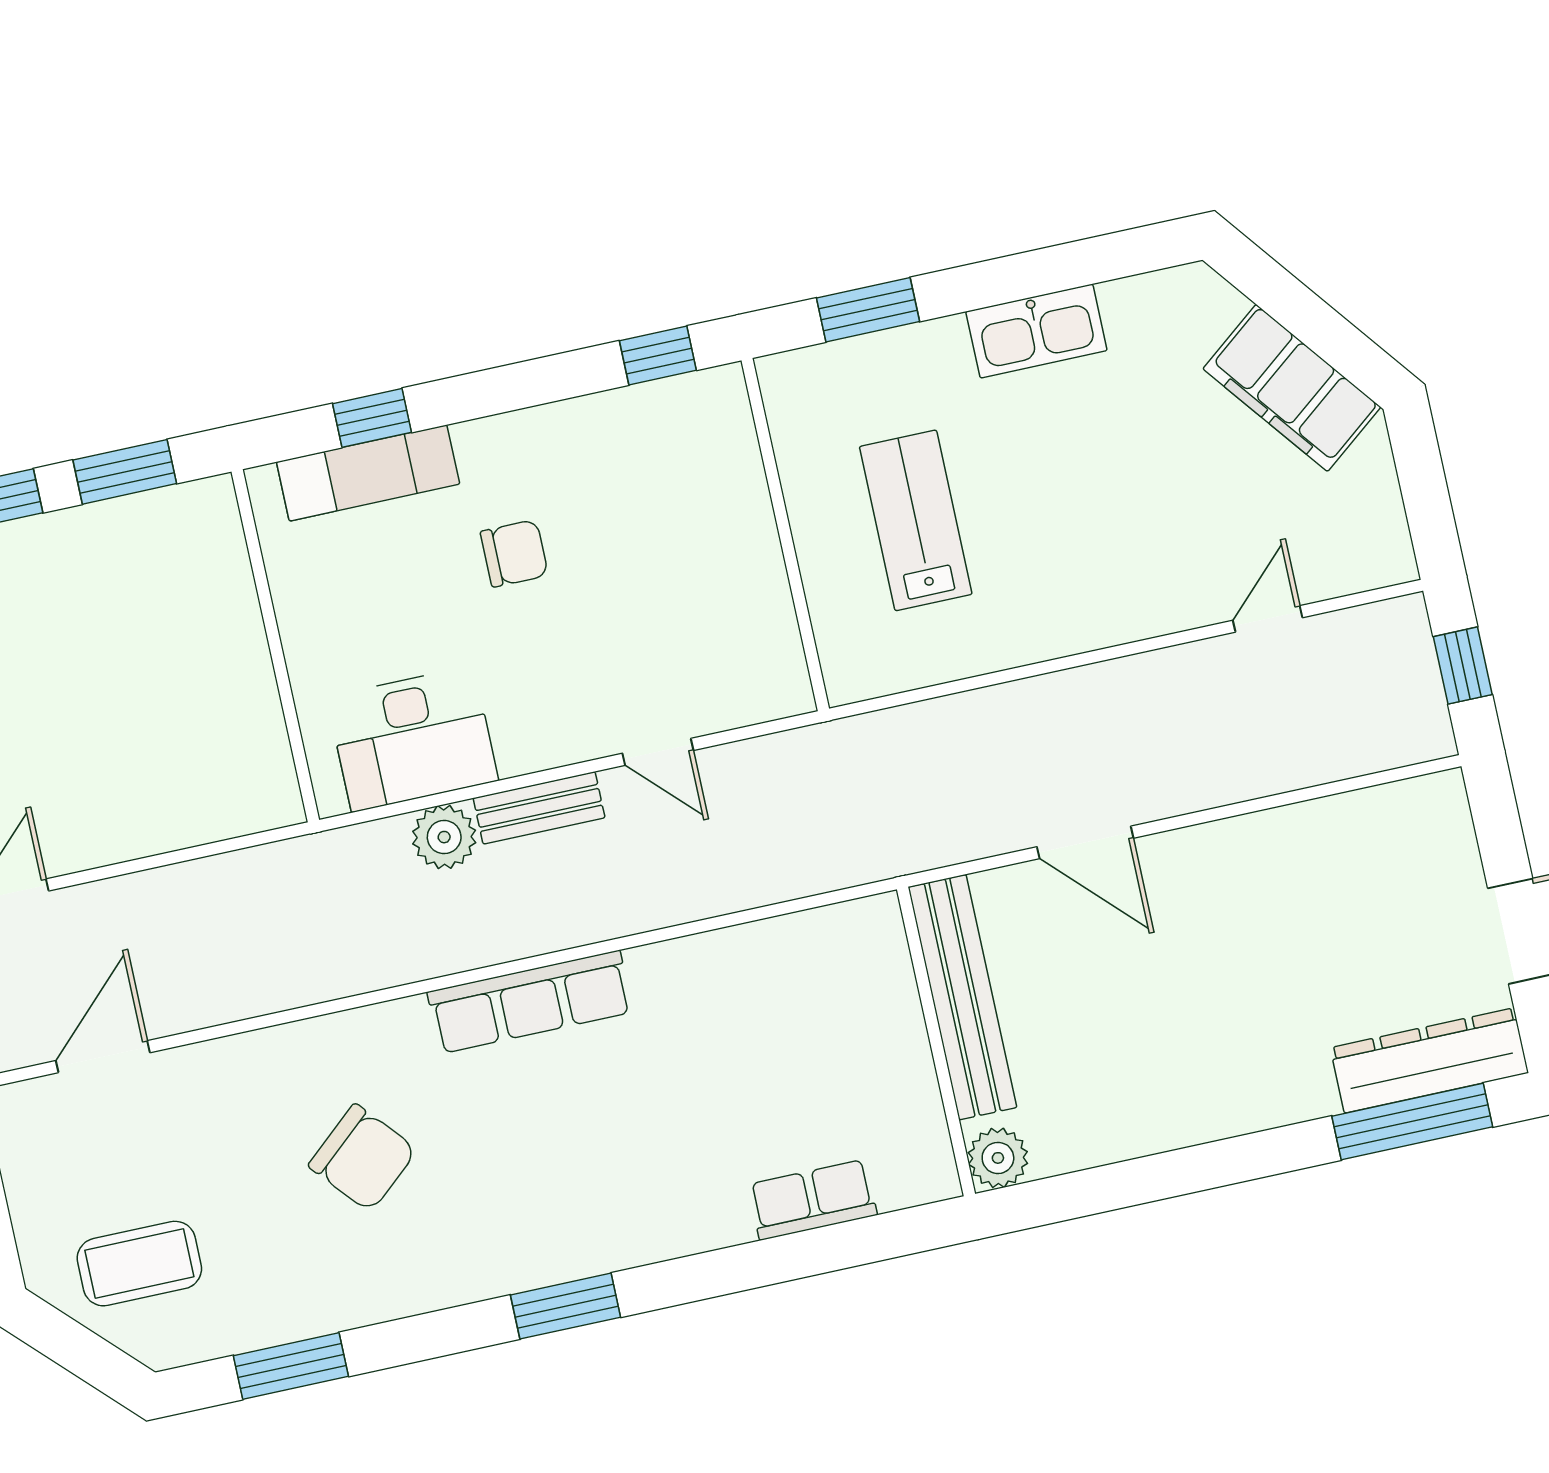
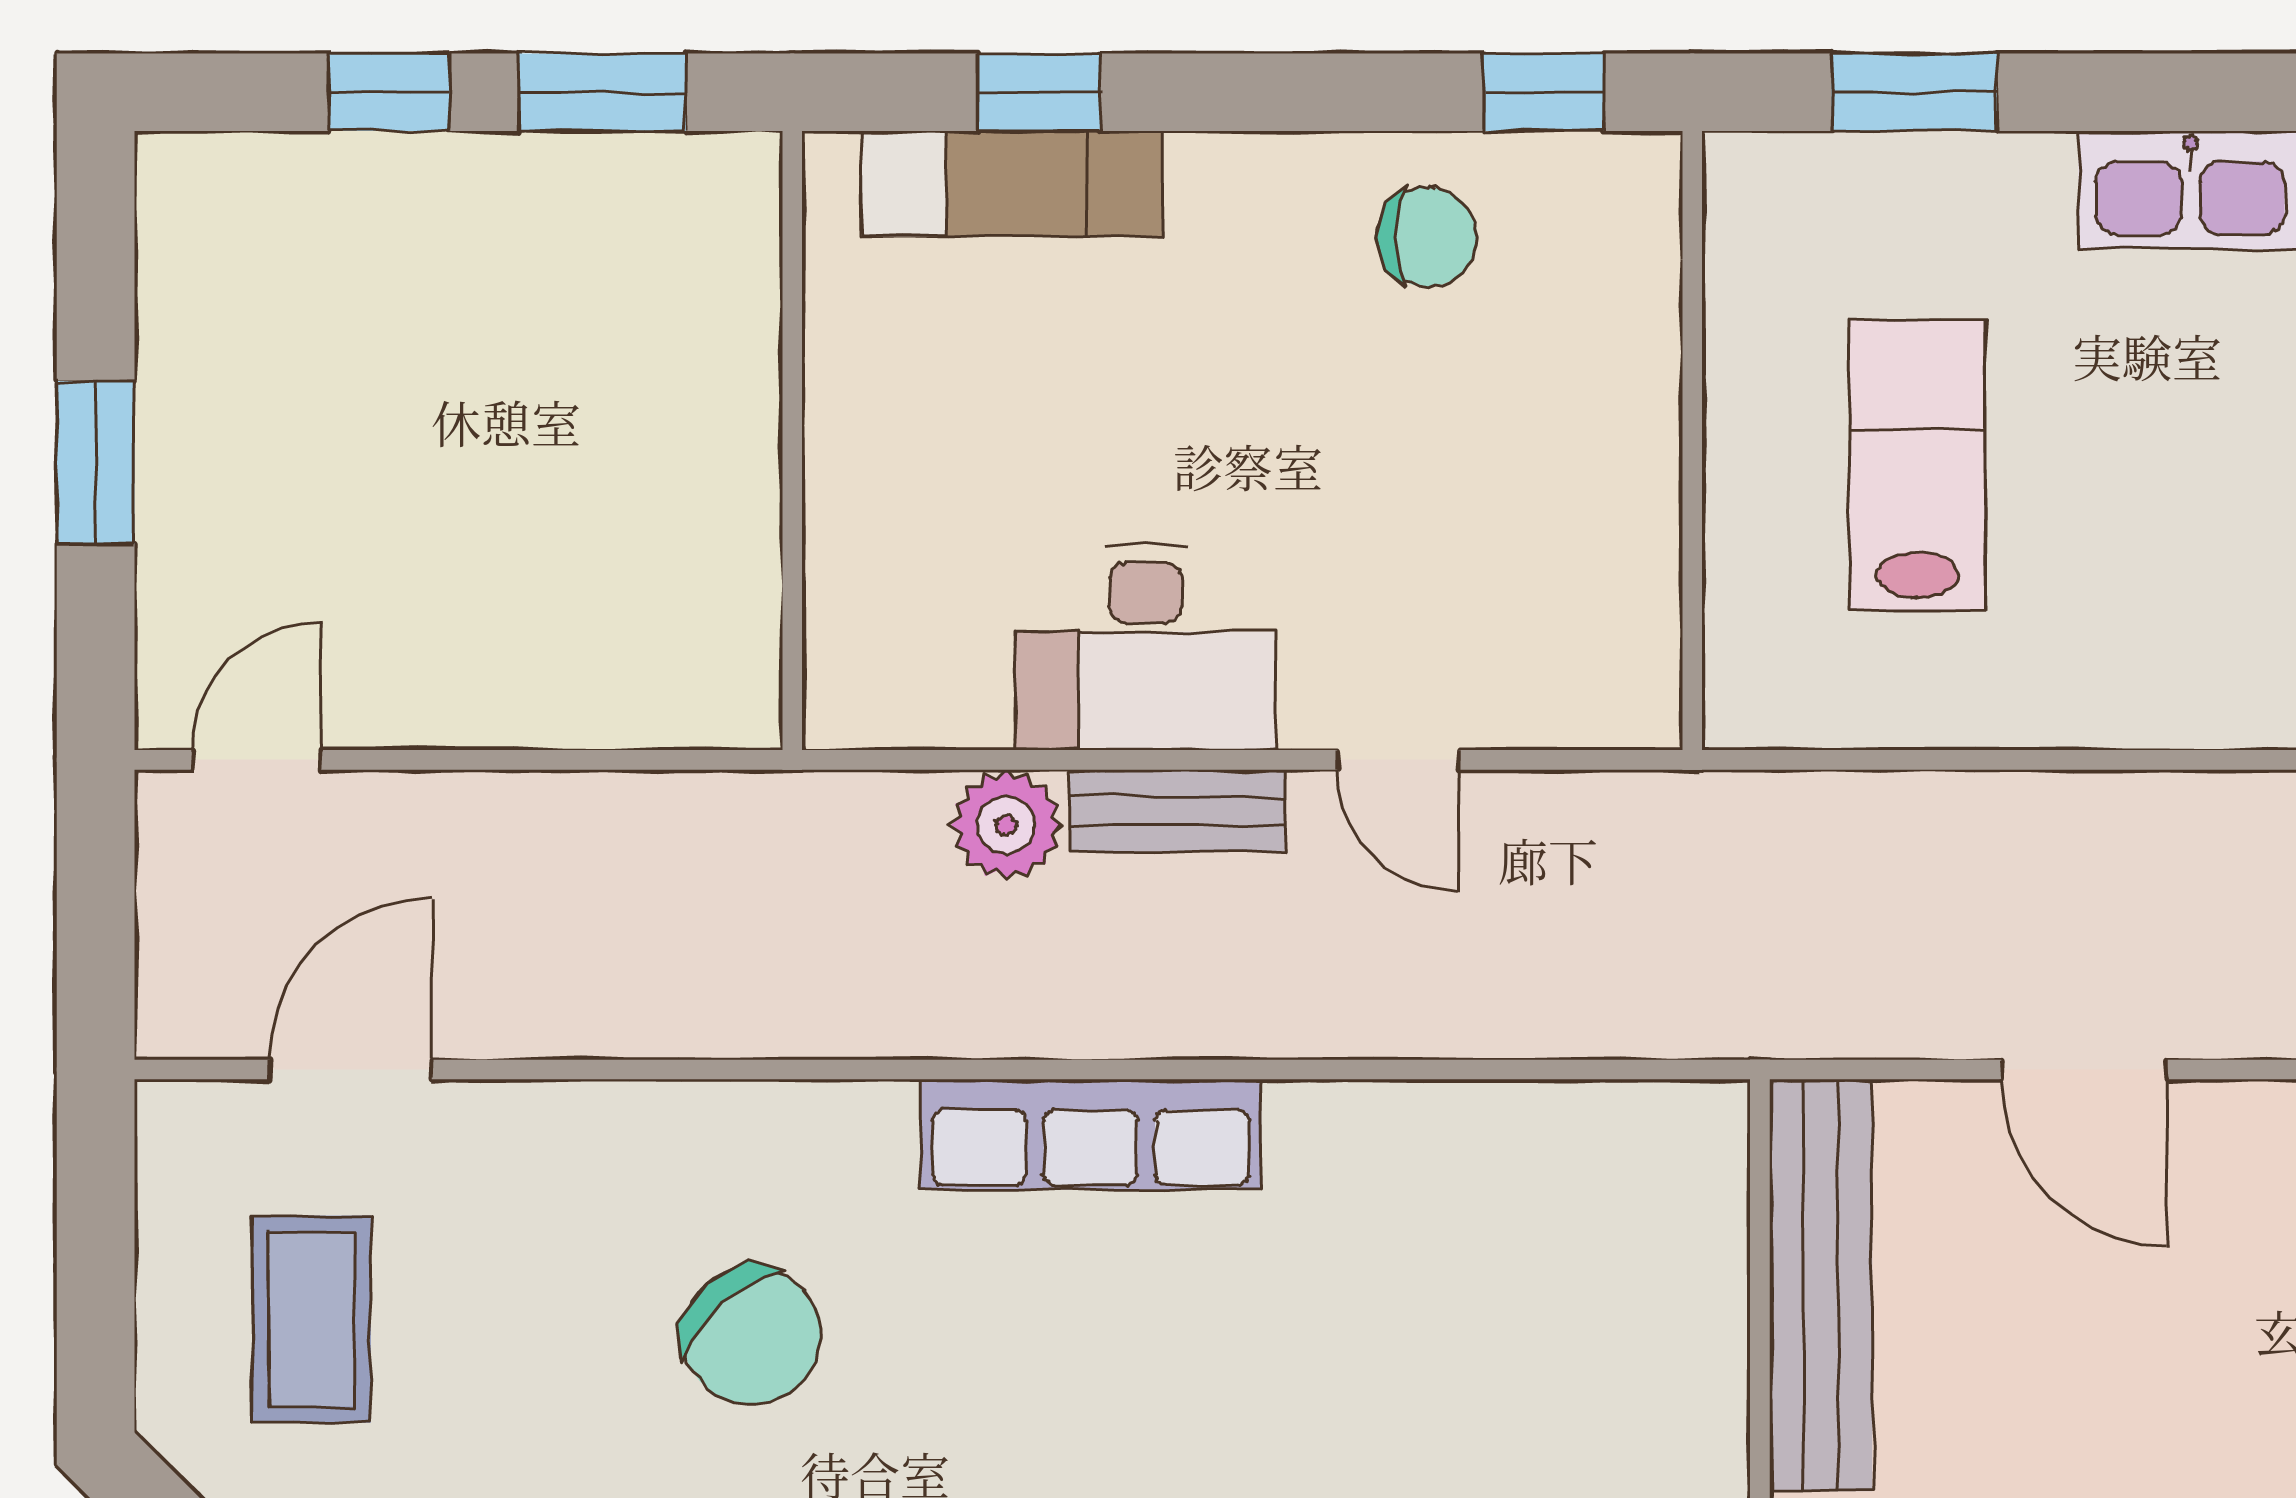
chair: (514, 553) -> (1427, 237), moved
desk: (413, 739) -> (1146, 648), moved
coffee table: (139, 1264) -> (312, 1319), moved, turned 90

